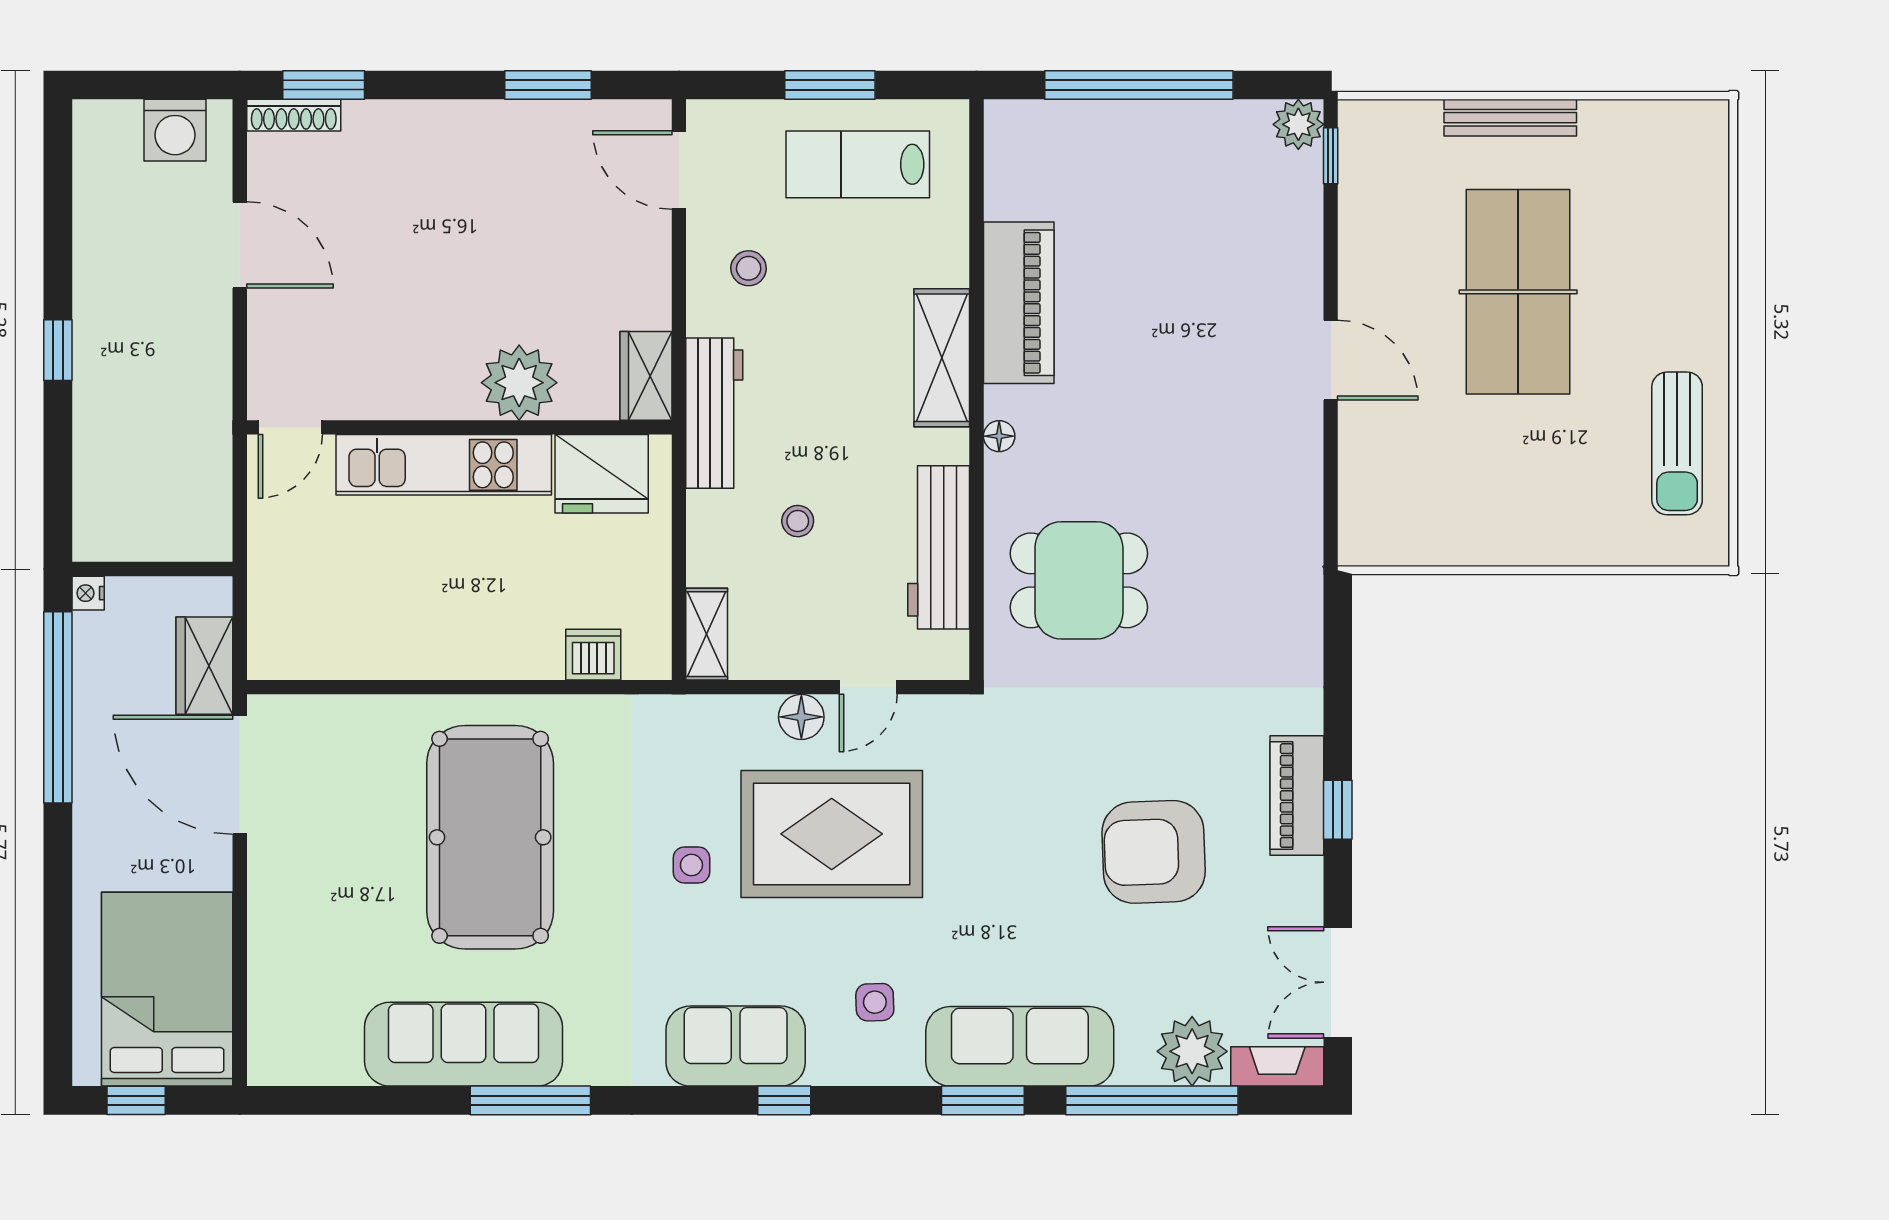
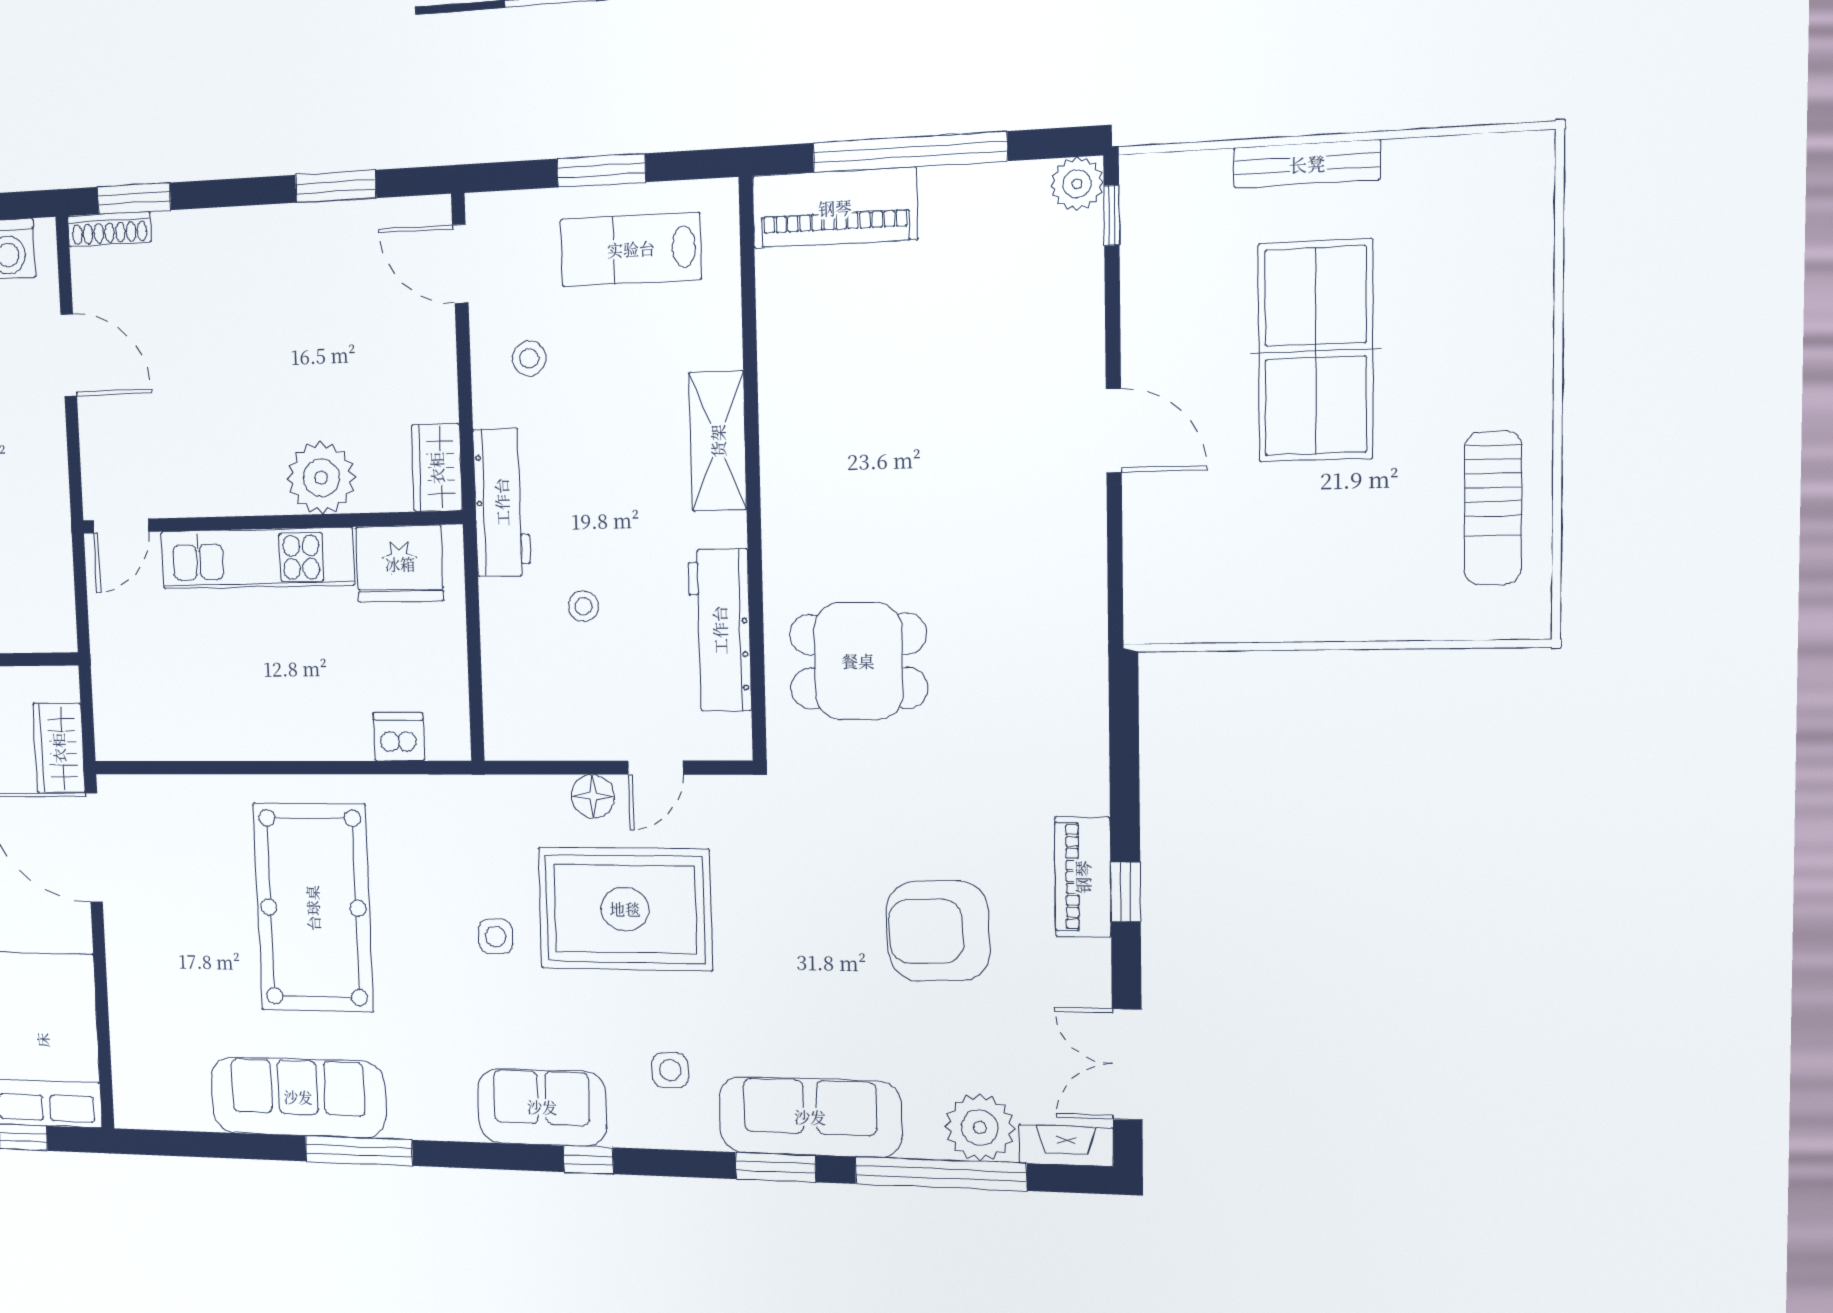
piano: (1019, 303) -> (835, 208), moved, turned 90
floor lamp: (999, 436) -> (776, 518), removed
shelving: (707, 634) -> (502, 717), removed

